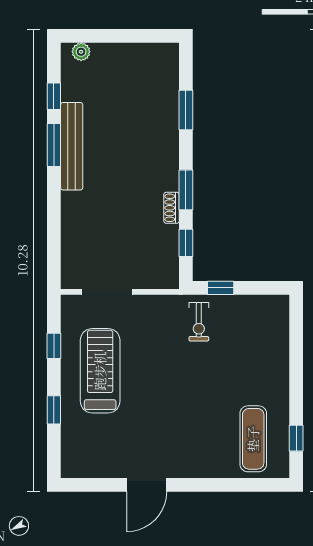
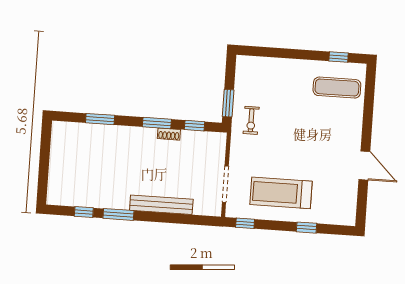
plant: (81, 52) -> (54, 191), removed
bench: (72, 146) -> (161, 205), moved
window: (221, 288) -> (228, 103), width x1.50
exercise bike: (199, 322) -> (251, 120), turned 90
window: (54, 346) -> (245, 223), moved

